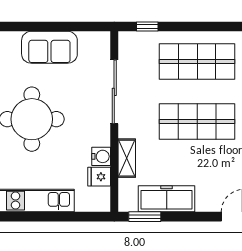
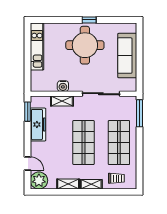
window: (147, 26) -> (140, 113), width x2.17
sofa: (49, 47) -> (127, 56), width x1.36
fridge: (99, 177) -> (51, 85), removed

